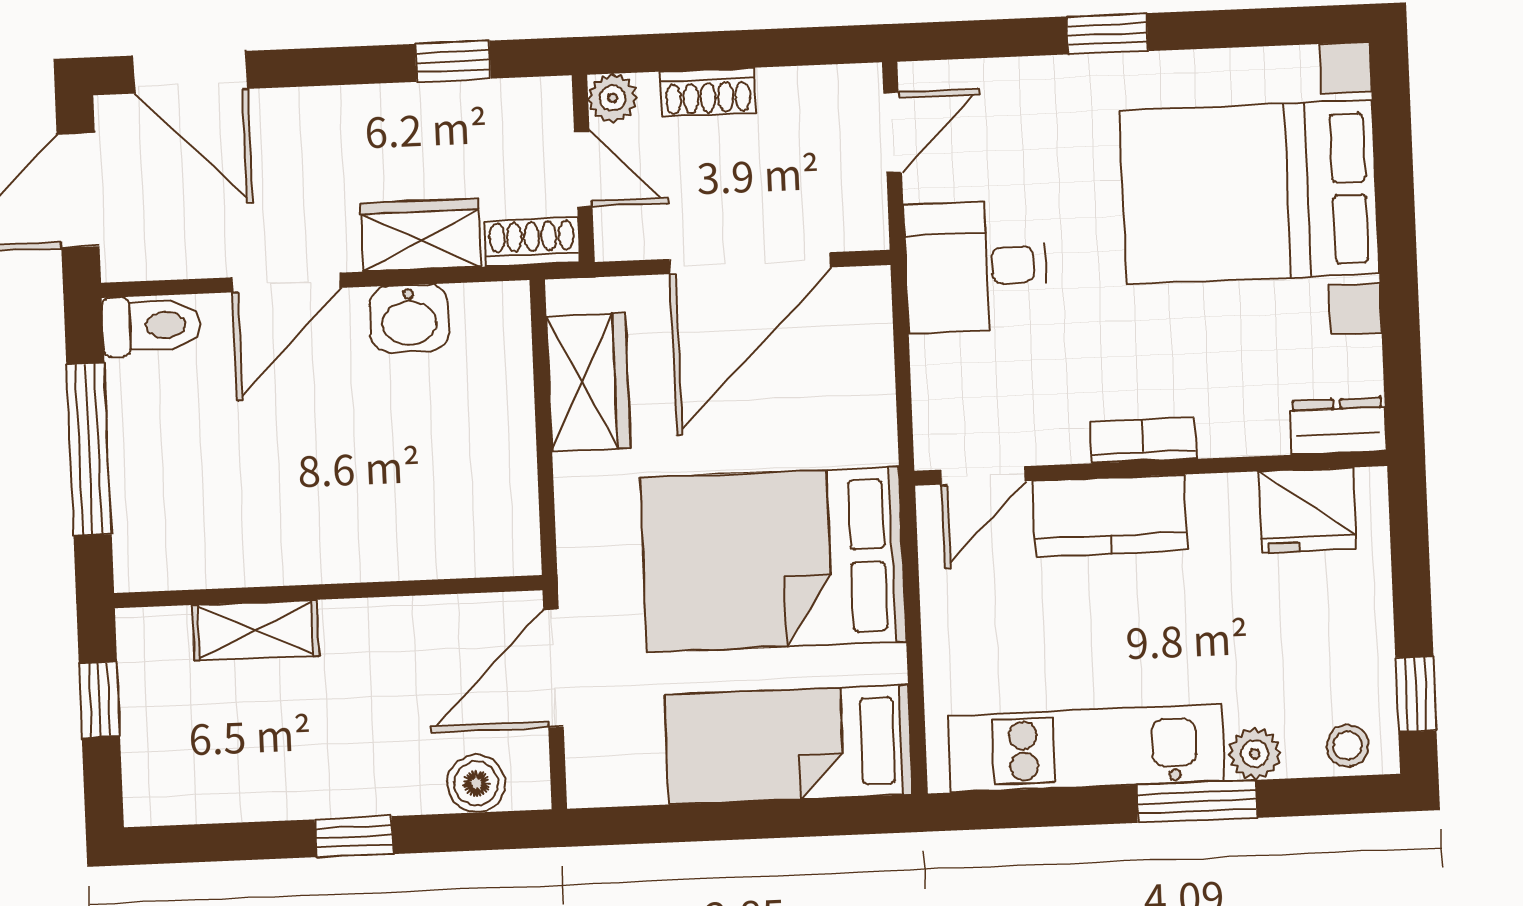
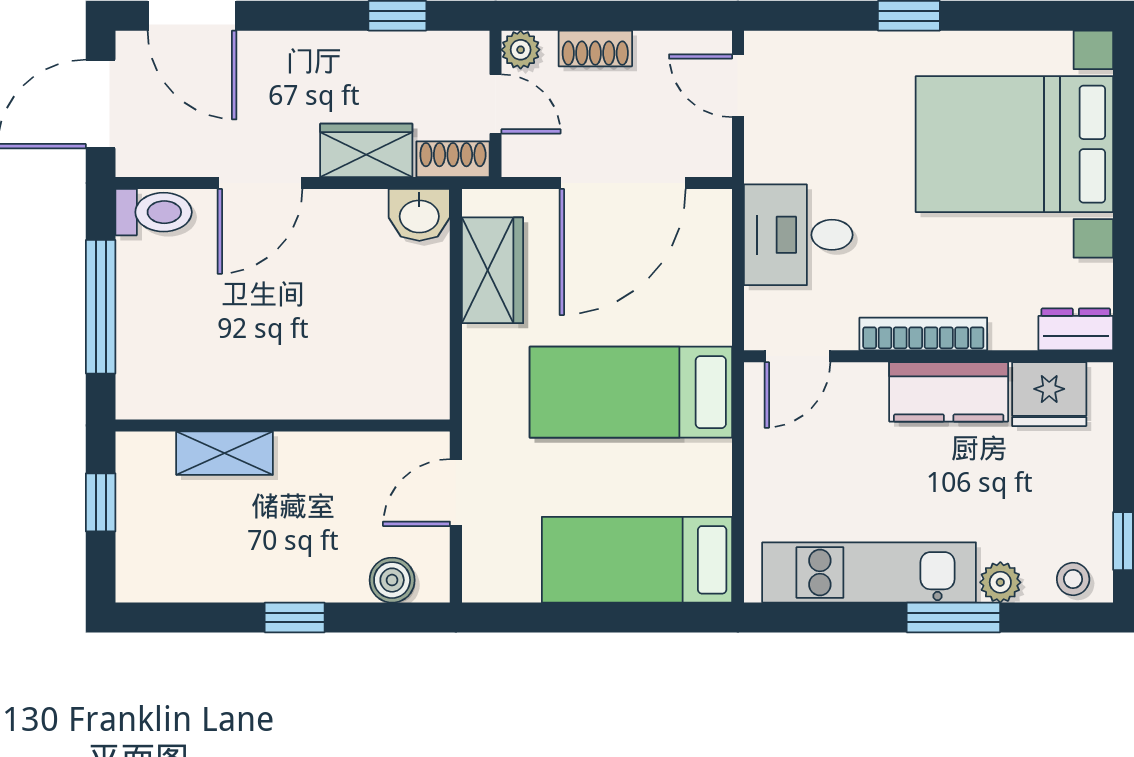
door: (893, 133) -> (738, 86), swing flipped
desk: (975, 266) -> (798, 235), moved
washbasin: (409, 318) -> (419, 215), moved
bookcase: (1143, 440) -> (923, 334), width x1.56
kitchen counter: (1110, 516) -> (949, 392), moved
bed: (773, 559) -> (631, 392), width x0.67
door: (553, 668) -> (456, 493), width x0.73

